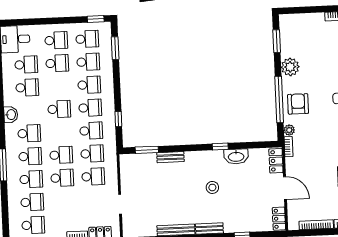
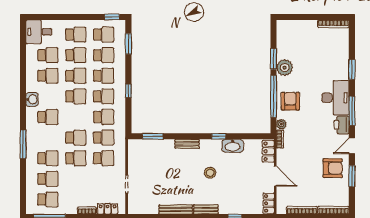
window: (277, 41) -> (273, 59), moved
window: (118, 119) -> (128, 91), moved
school desk: (30, 156) -> (76, 76), moved
bench: (170, 157) -> (187, 144), moved

